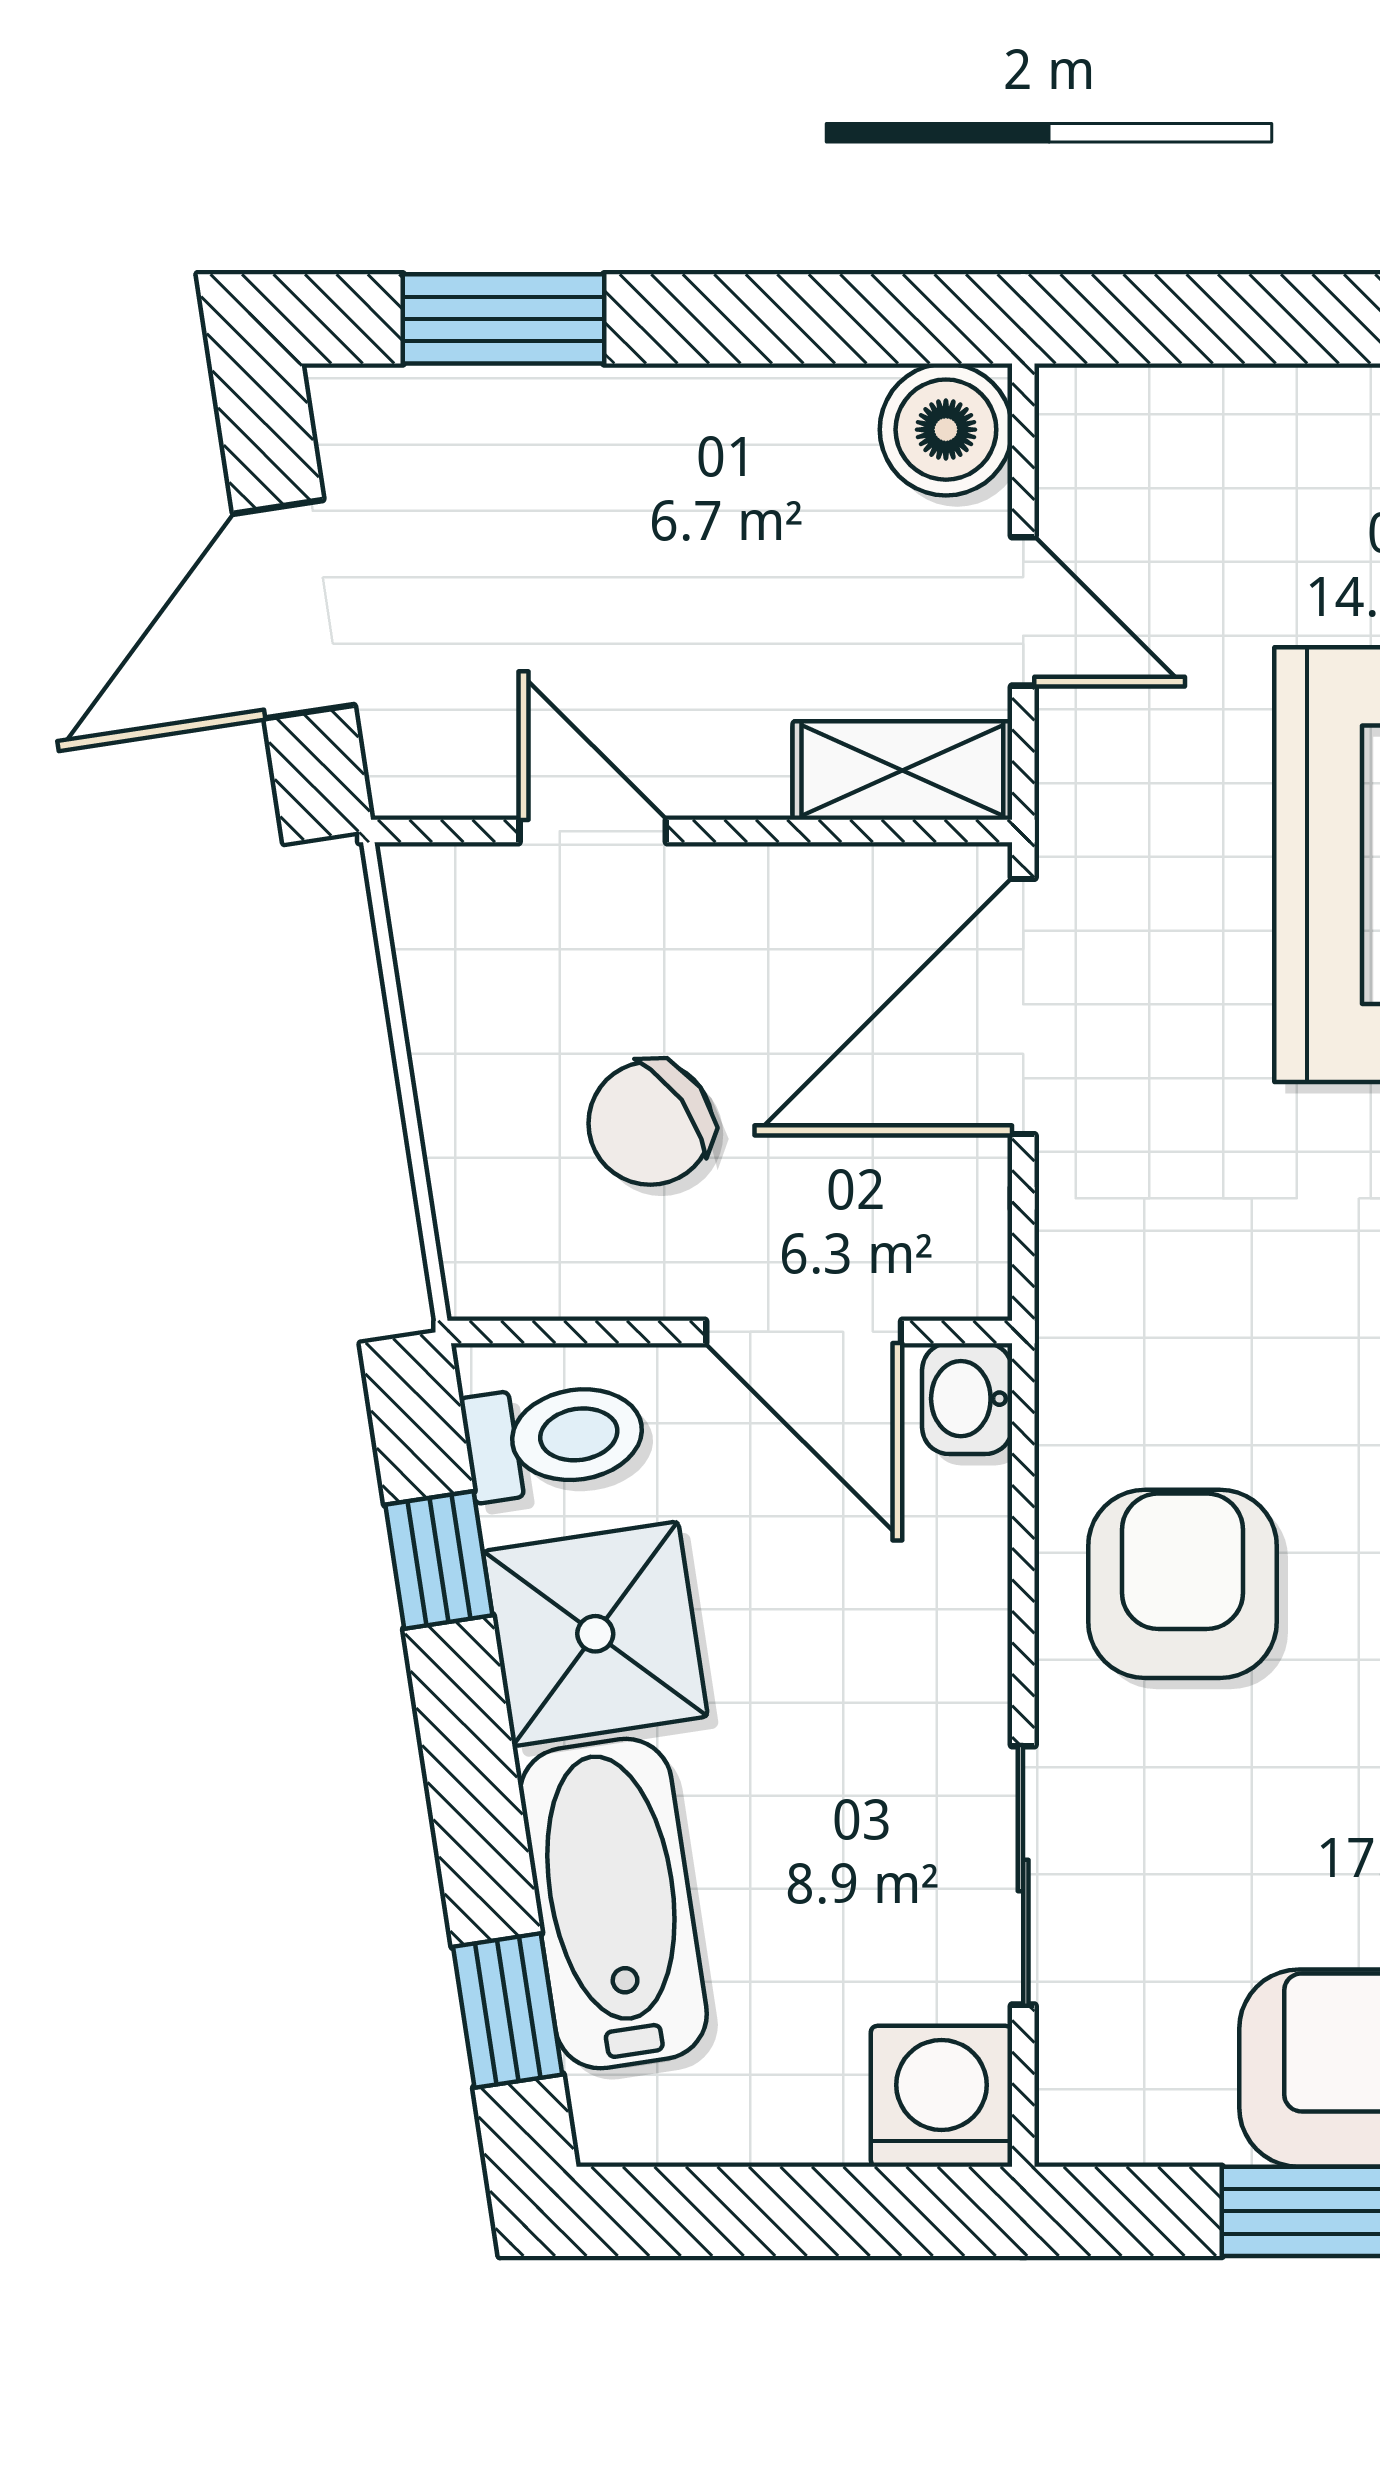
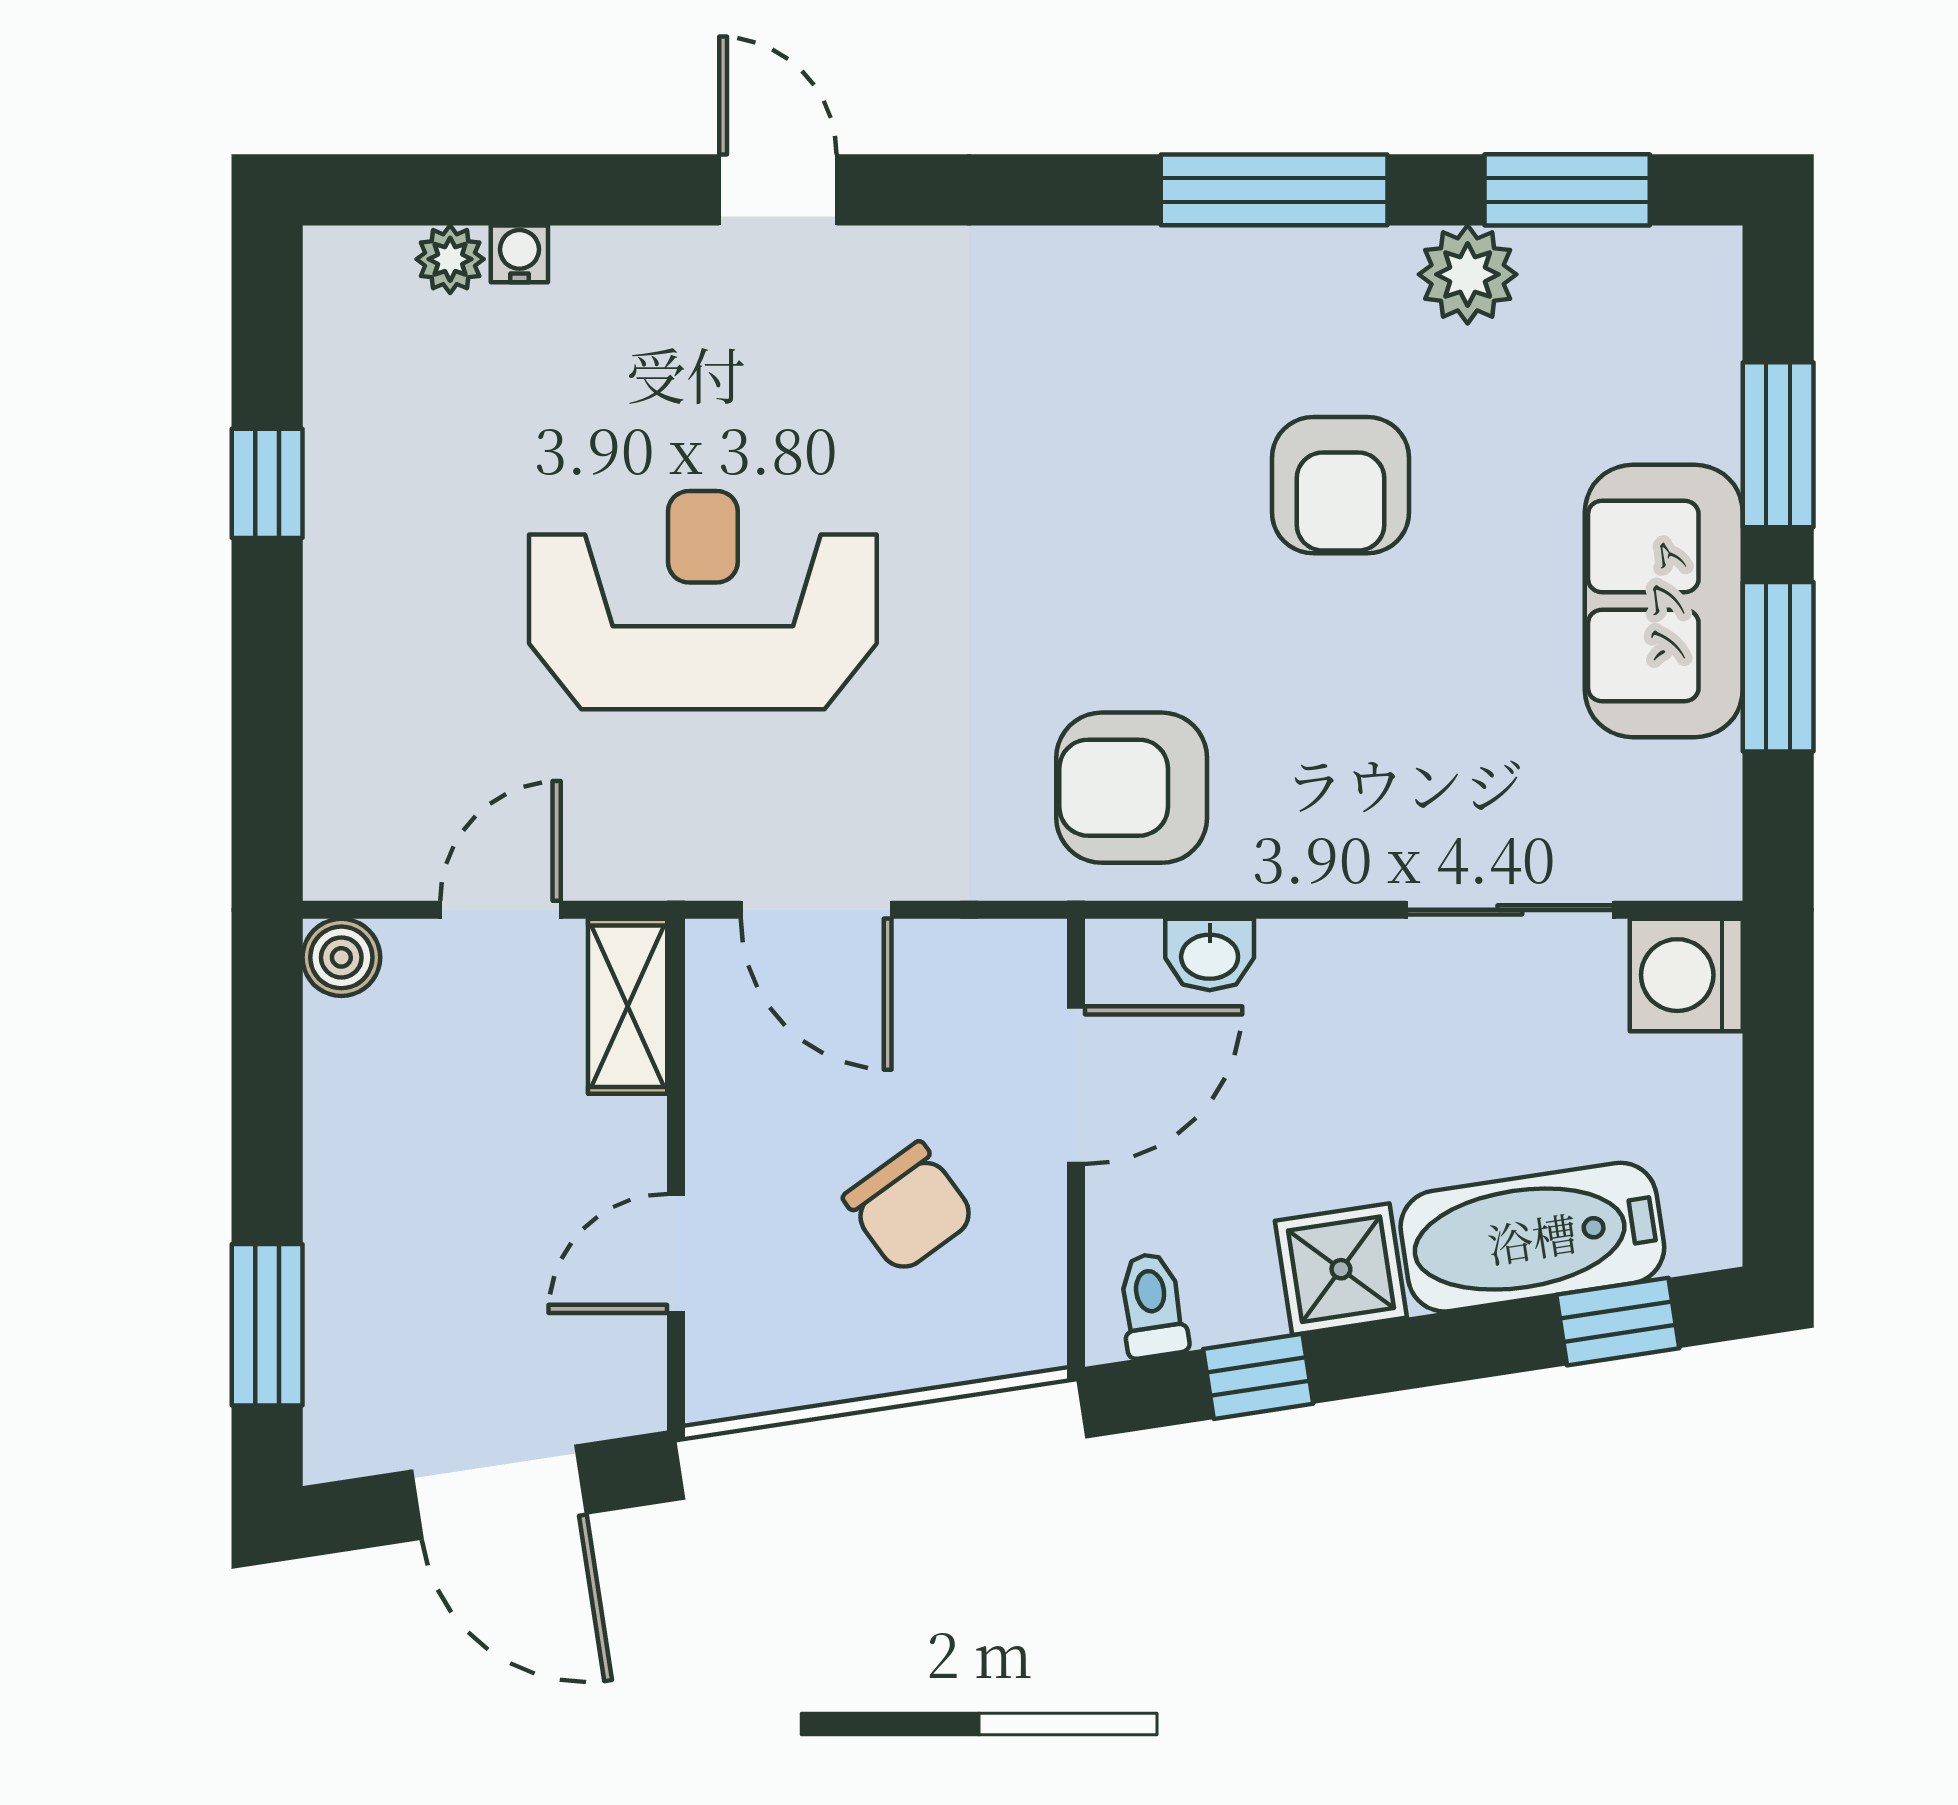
boiler: (946, 430) -> (341, 957), width x0.73, depth x0.73
door: (1023, 1007) -> (816, 910), width x0.73
washbasin: (967, 1399) -> (1210, 955), moved
toilet: (554, 1438) -> (1152, 1305), width x0.73, depth x0.72
armchair: (1183, 1584) -> (1132, 788), moved
shower: (595, 1634) -> (1341, 1269), width x0.73, depth x0.73

